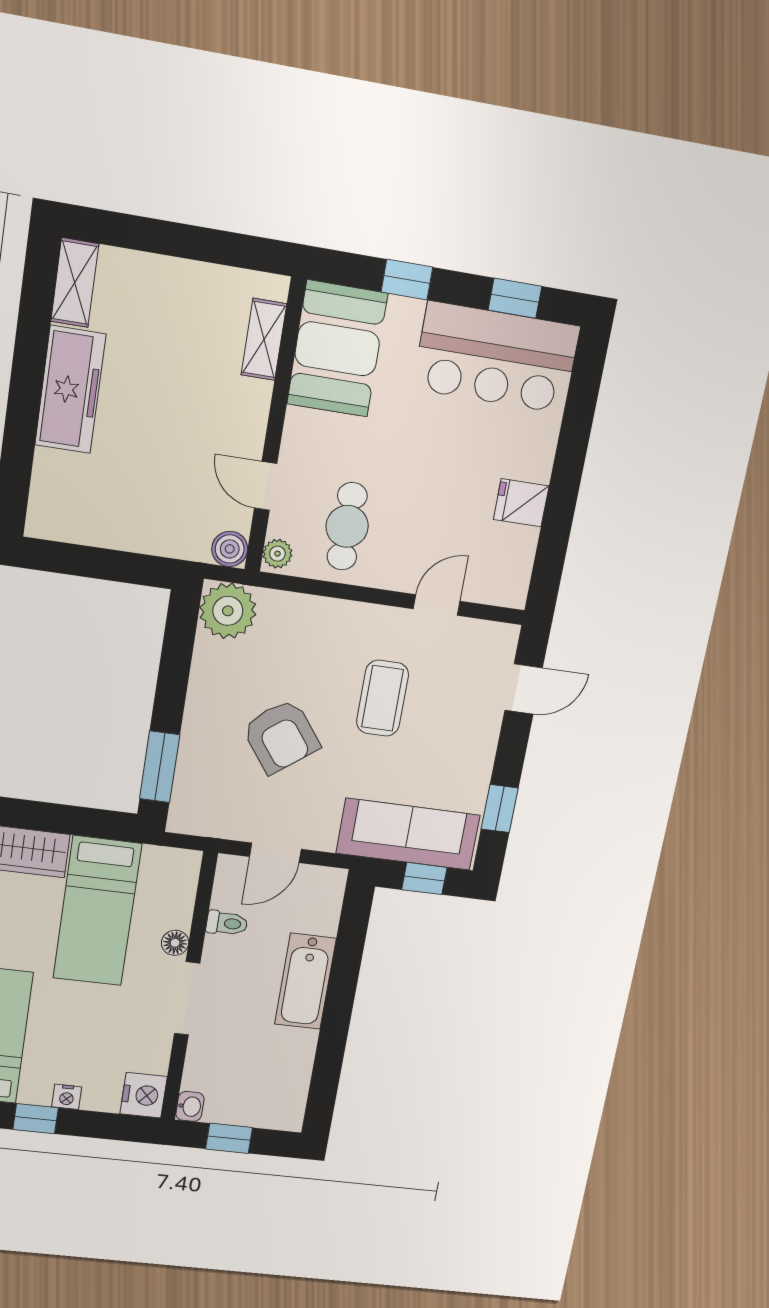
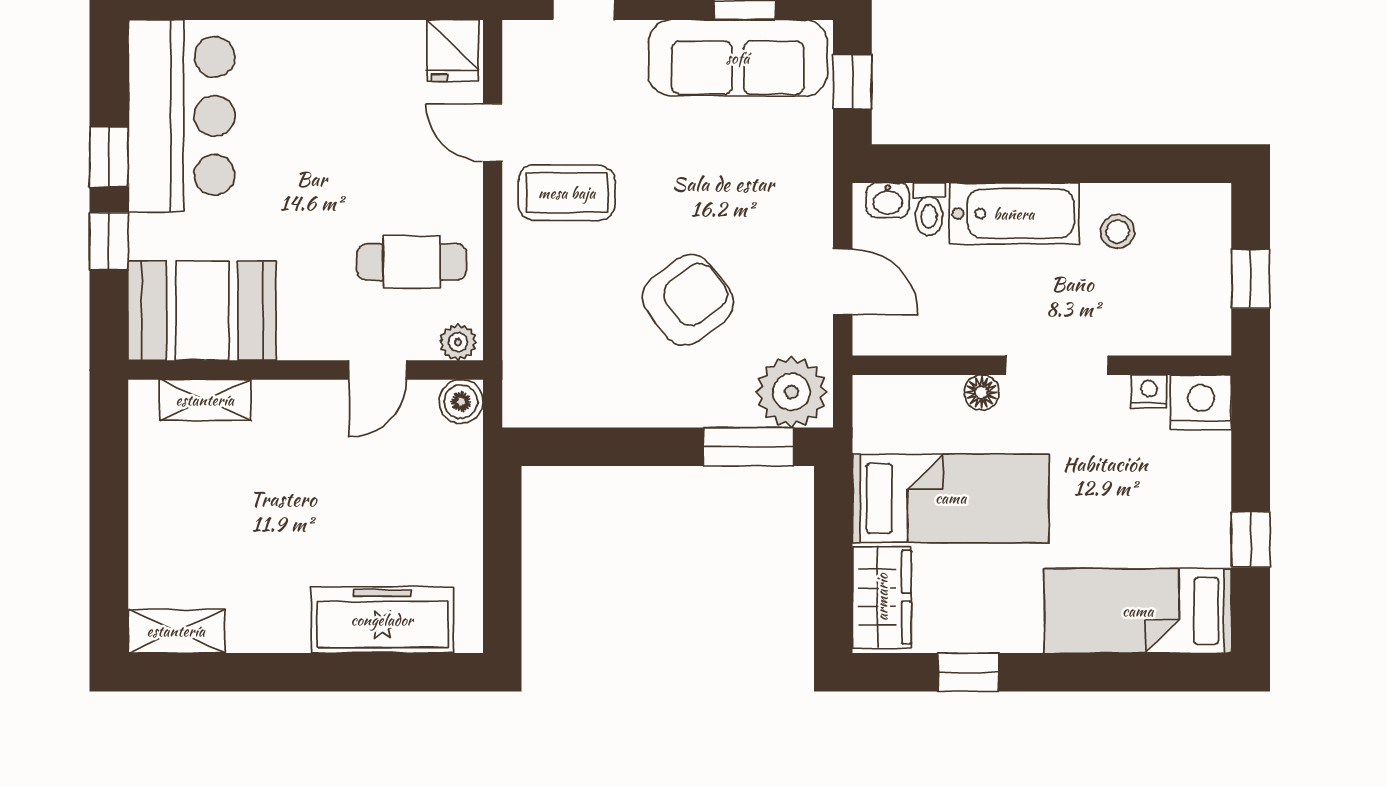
window: (515, 298) -> (109, 157), moved
freezer: (70, 390) -> (382, 620), moved
fridge: (521, 503) -> (453, 51), moved
plant: (228, 611) -> (791, 392), moved
coffee table: (382, 698) -> (567, 193), moved
sofa: (408, 834) -> (738, 58), moved, turned -90
toilet: (227, 923) -> (929, 209), moved, turned 180
stool: (279, 1052) -> (1118, 231), added
nightstand: (67, 1097) -> (1149, 391), moved, turned -90
washbasin: (190, 1106) -> (888, 200), moved, turned 180

